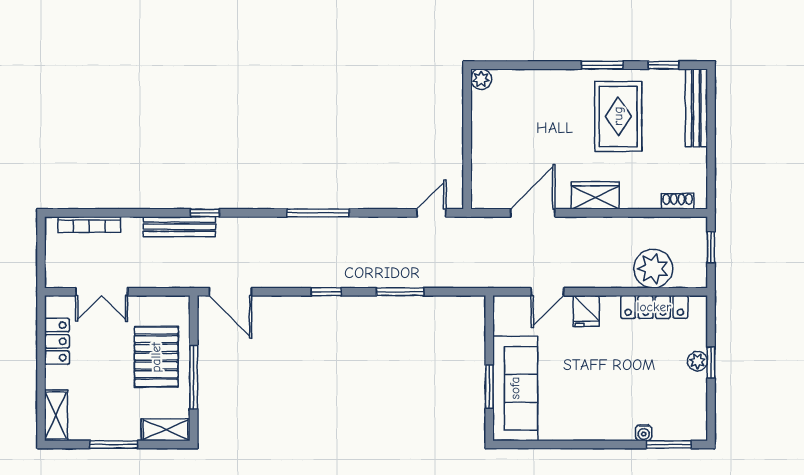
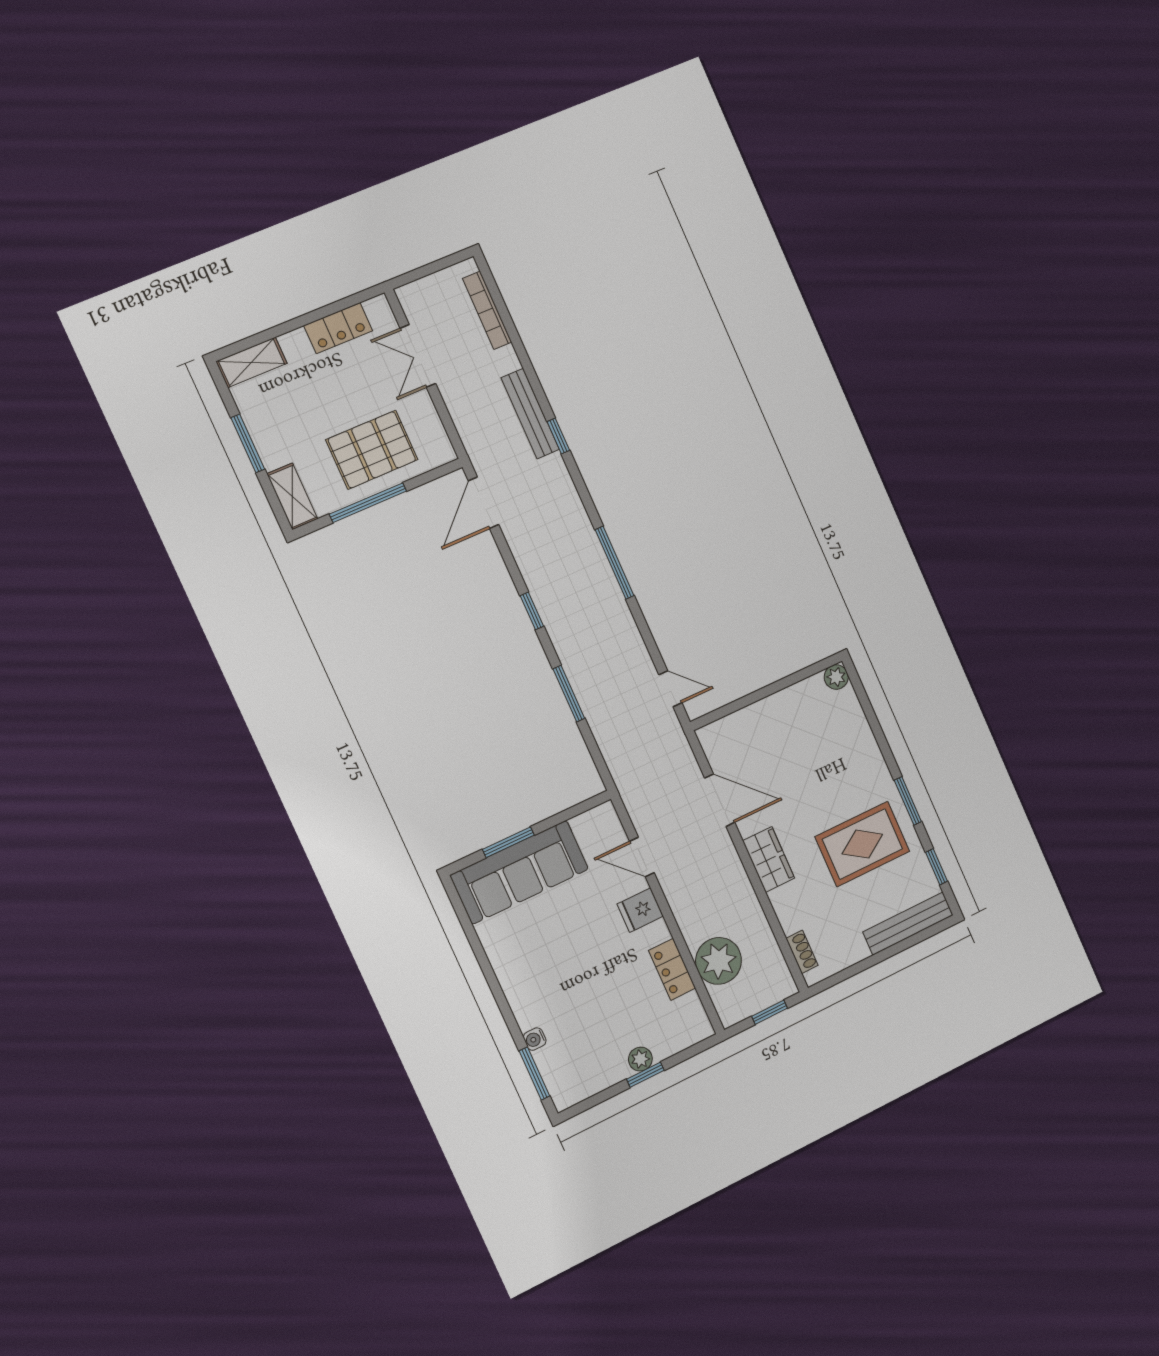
locker: (654, 307) -> (672, 969), width x0.66

